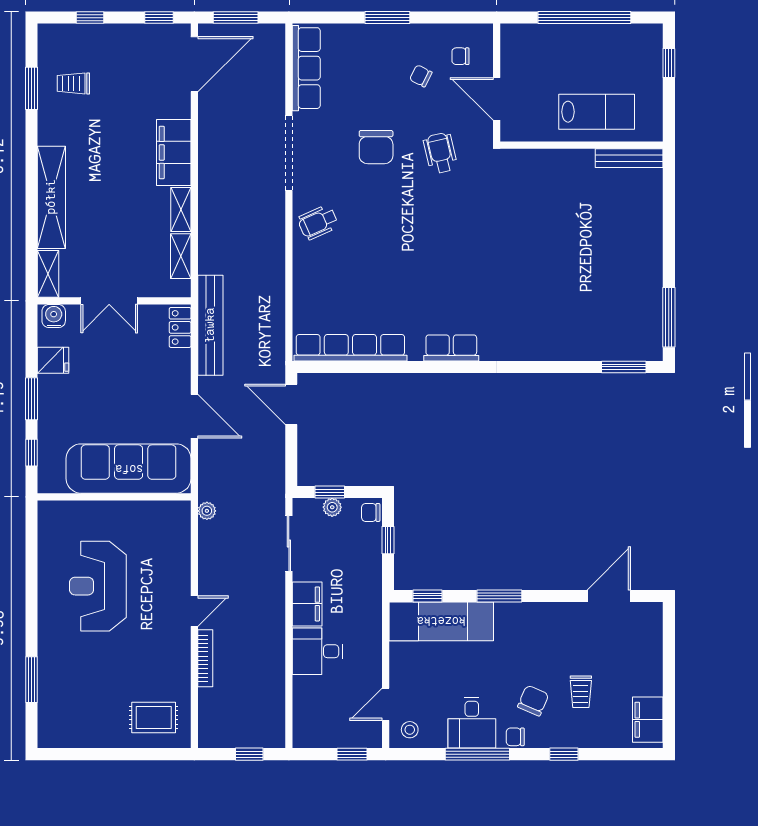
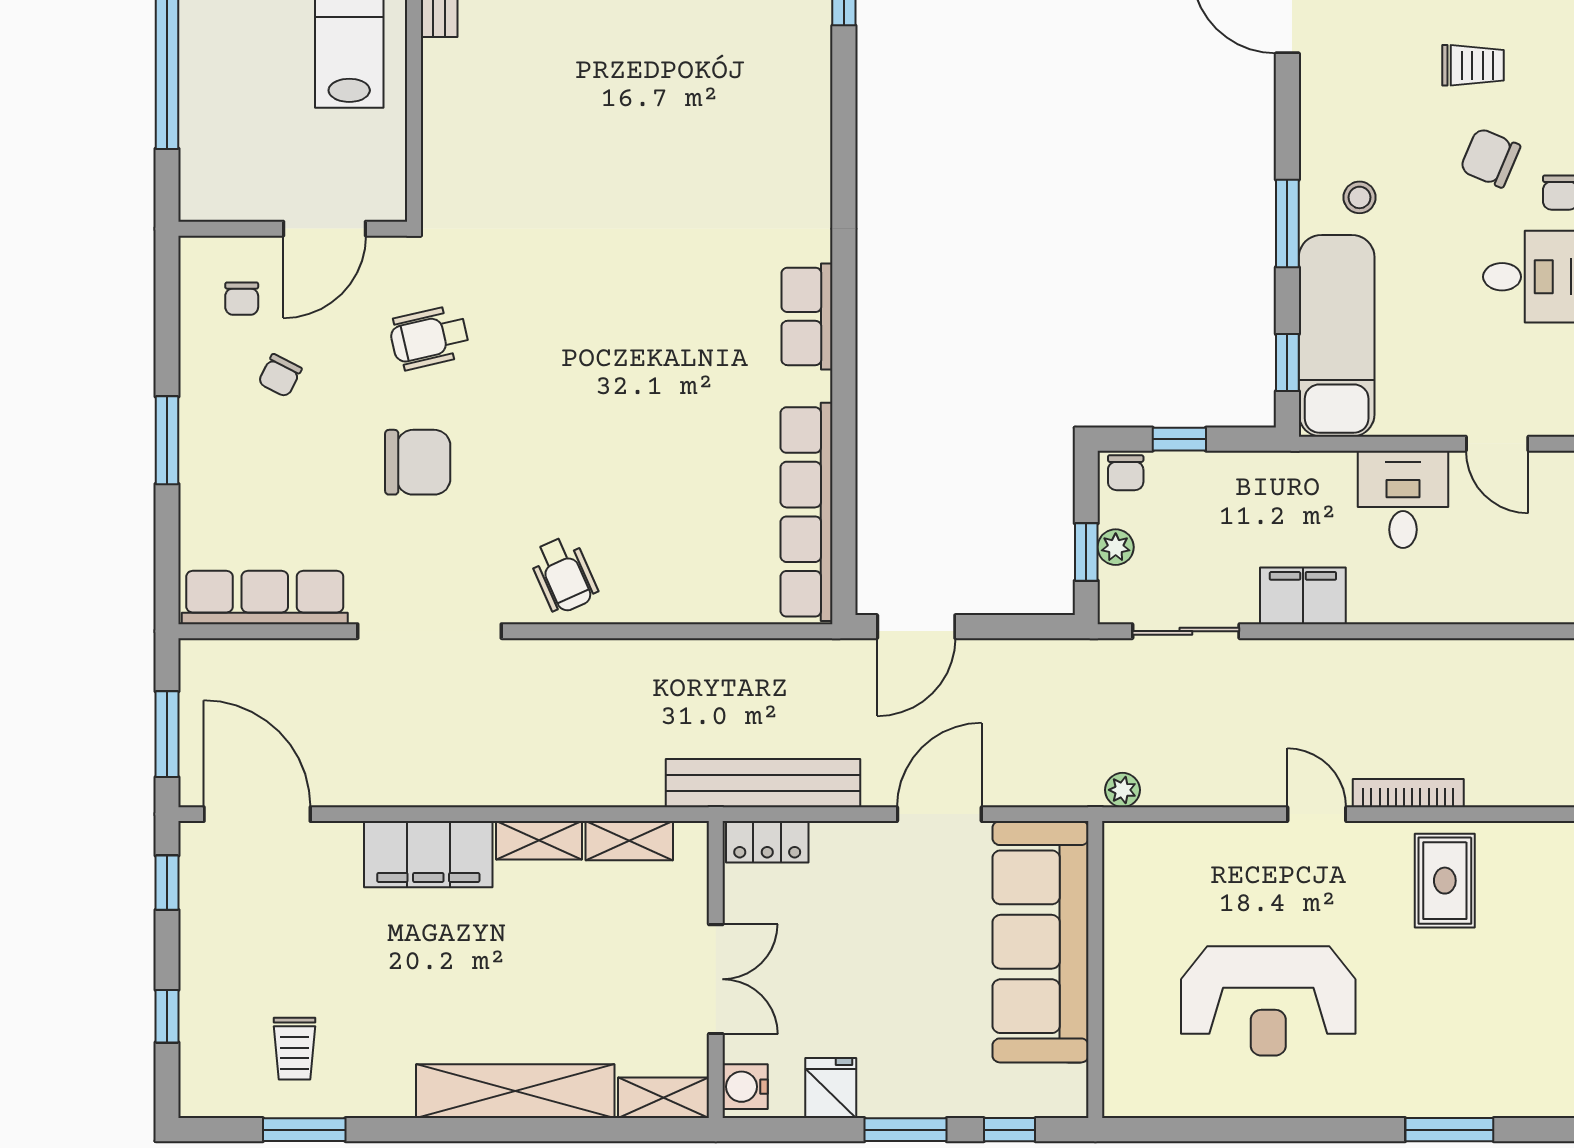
desk: (318, 651) -> (1403, 499), moved, turned 180
rug: (154, 718) -> (1445, 881), moved
stool: (410, 730) -> (1360, 197), moved

